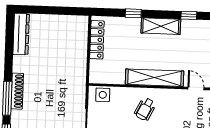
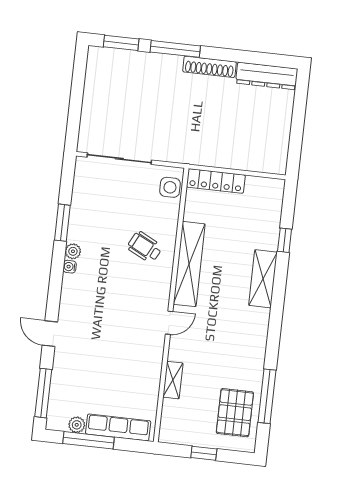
window: (189, 15) -> (276, 320), removed
locker: (97, 40) -> (216, 181), moved
shoe rack: (17, 91) -> (209, 67), moved

